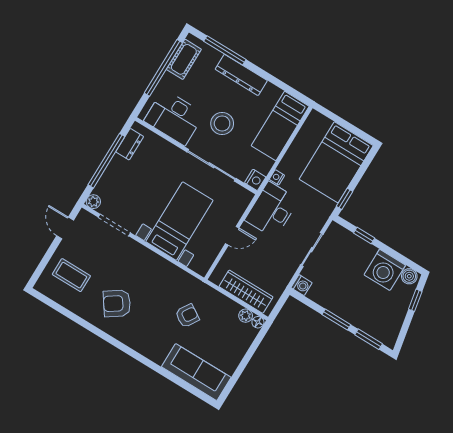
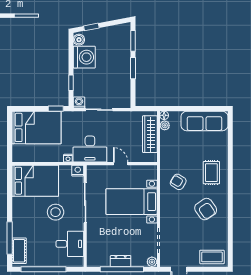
cot: (184, 59) -> (19, 251), moved, turned 90
dresser: (241, 75) -> (19, 219), removed
desk: (174, 117) -> (70, 244), width x0.73
bed: (280, 126) -> (35, 181), width x1.50
dresser: (130, 144) -> (121, 261), moved
coffee table: (71, 275) -> (212, 257), moved, turned 90
washing machine: (302, 285) -> (79, 102), moved
armchair: (187, 316) -> (178, 182), moved
rug: (156, 337) -> (211, 173), added
sofa: (196, 372) -> (204, 121), moved, turned -90

